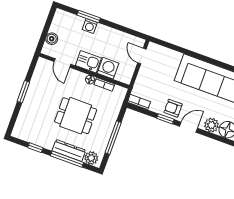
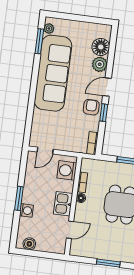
window: (89, 17) -> (19, 198), moved
boiler: (52, 39) -> (29, 244), moved
washing machine: (108, 68) -> (67, 170), moved
armchair: (173, 108) -> (91, 107), turned 180
door: (189, 127) -> (107, 87), hinge flipped

